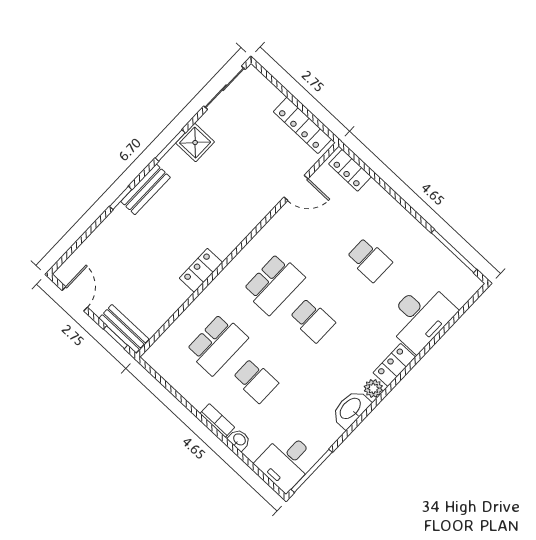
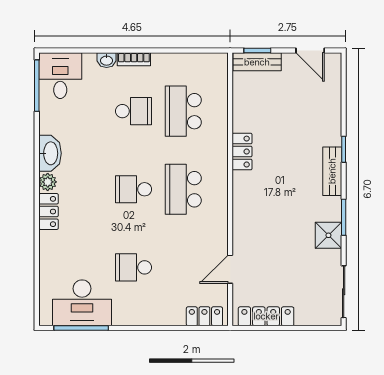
desk: (420, 316) -> (82, 303), moved, turned -90
school desk: (255, 381) -> (133, 111), turned 180

